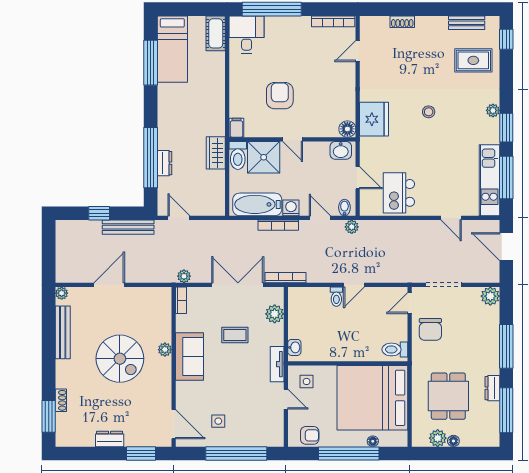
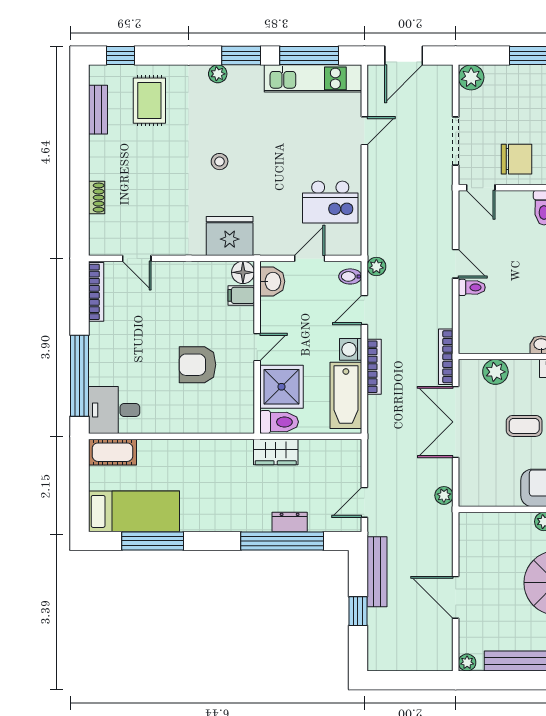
filing cabinet: (236, 128) -> (241, 295), moved
bookcase: (181, 300) -> (477, 499), removed
coffee table: (235, 335) -> (524, 426), turned 90

